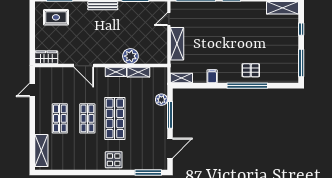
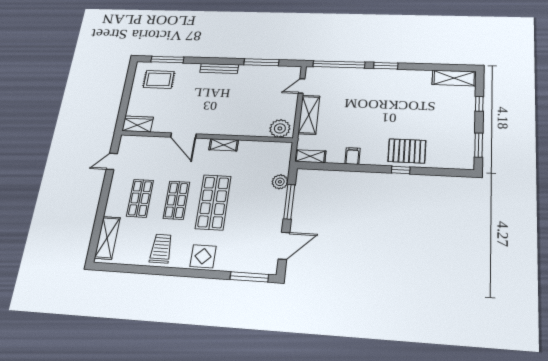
plant: (130, 56) -> (280, 128), moved
window: (301, 63) -> (479, 145), width x0.69
pallet: (251, 70) -> (407, 151), width x1.50, depth x1.42
shelving: (138, 72) -> (253, 146), removed
window: (247, 86) -> (401, 170), width x0.32
trolley: (82, 156) -> (161, 249), added

